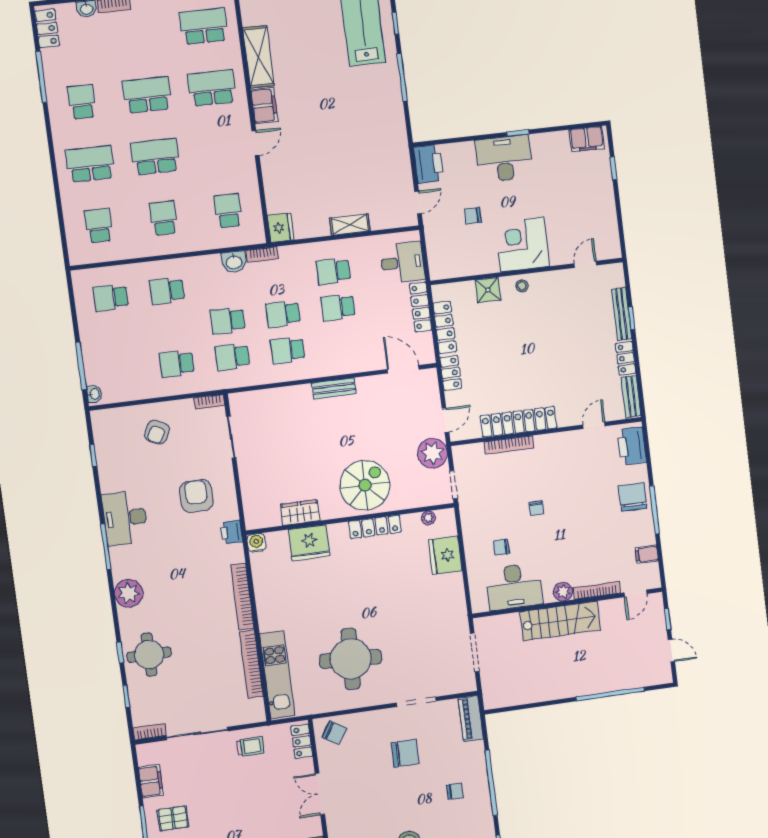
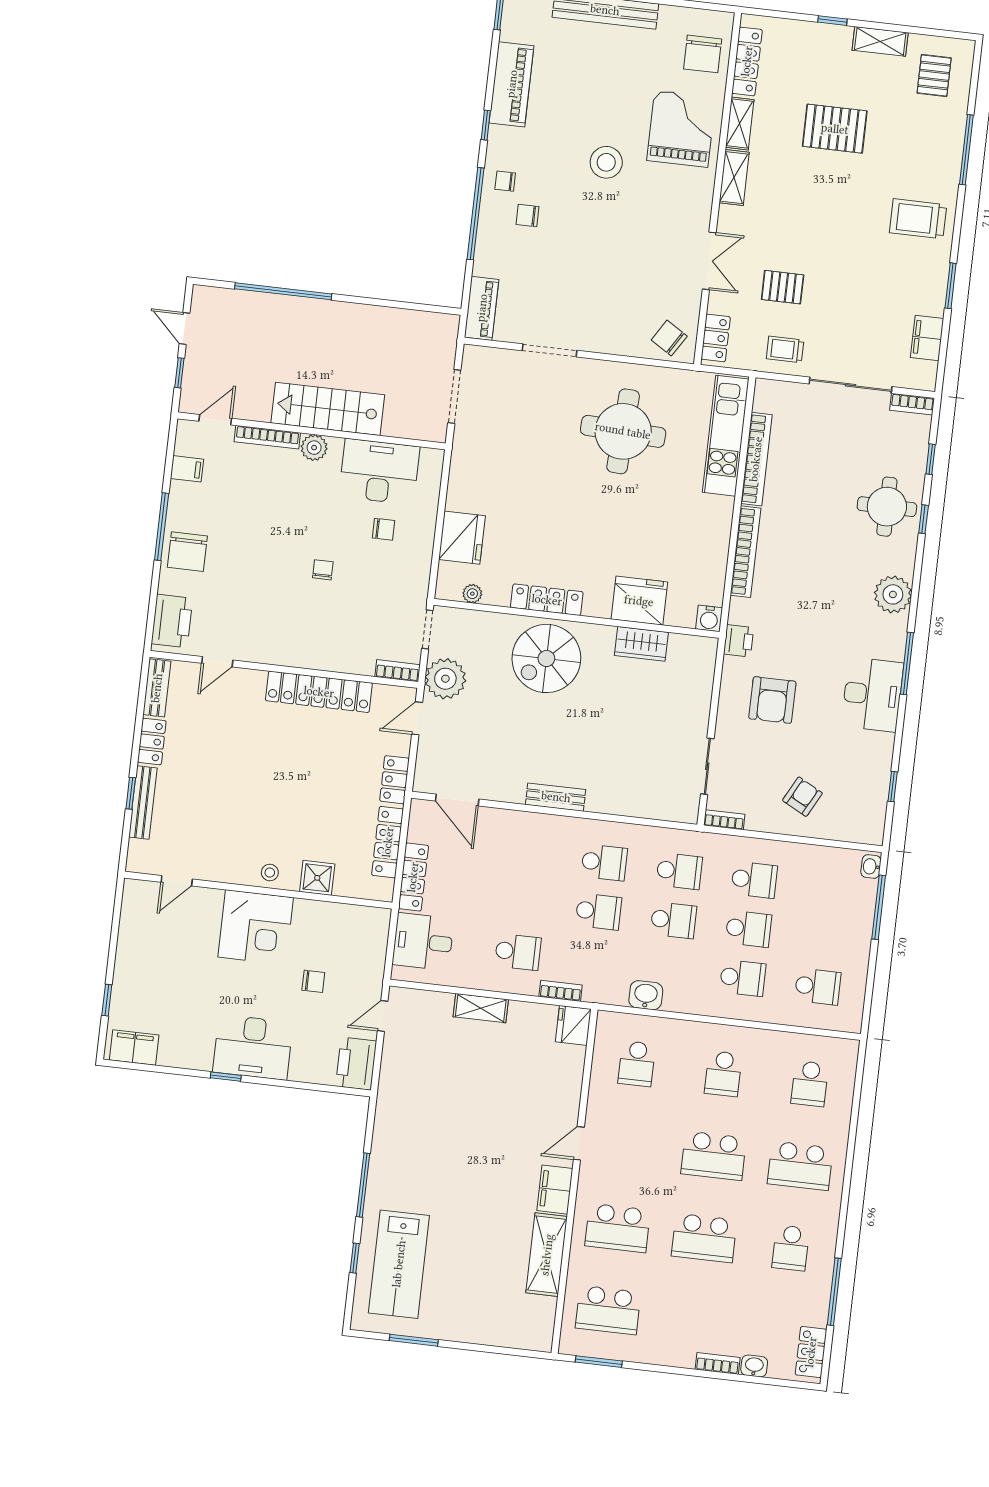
bookcase: (262, 254) -> (561, 991), moved
school desk: (338, 307) -> (748, 929), moved
bookcase: (509, 445) -> (398, 671), moved, width x0.64
chair: (405, 753) -> (505, 181), moved, width x0.54, depth x0.54
pallet: (173, 818) -> (783, 287), moved

